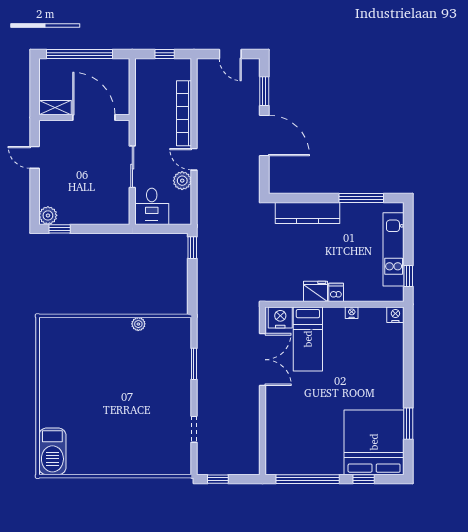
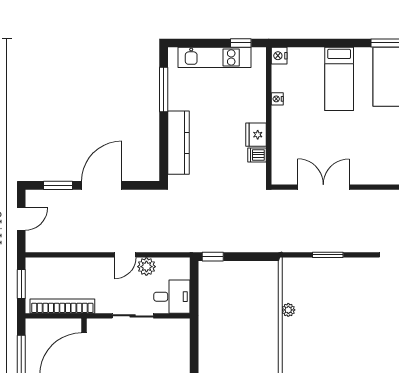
window: (165, 54) -> (21, 284), width x1.50
bookcase: (184, 113) -> (62, 306), moved, turned 180
dishwasher: (336, 292) -> (257, 155), moved
nightstand: (280, 317) -> (282, 170), removed
bed: (308, 339) -> (339, 79), moved, turned 90

